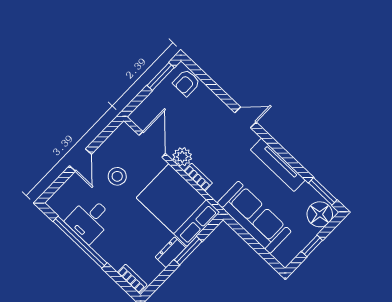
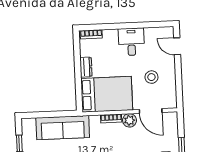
door: (80, 160) -> (177, 46), moved
desk: (89, 220) -> (131, 42), moved
window: (80, 242) -> (136, 25), removed
window: (188, 251) -> (78, 77), removed

